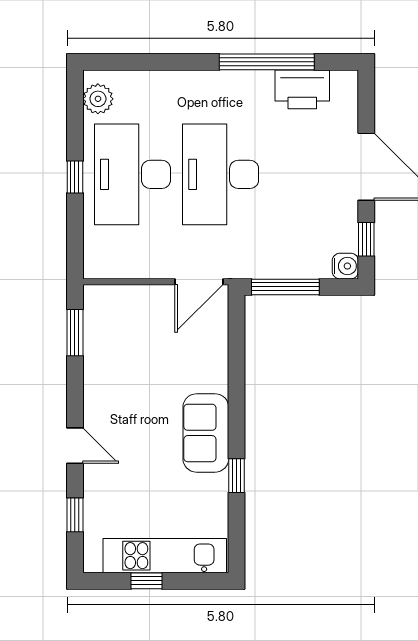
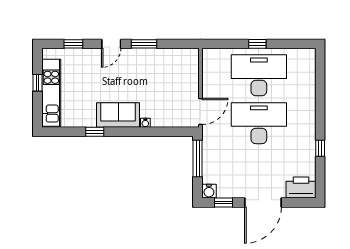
window: (267, 62) -> (320, 148), width x0.32
printer: (302, 89) -> (301, 188), moved, turned 90
plant: (98, 99) -> (300, 56), removed
door: (199, 282) -> (200, 111), swing flipped
window: (75, 333) -> (144, 44), moved
water cooler: (220, 383) -> (145, 123), added

